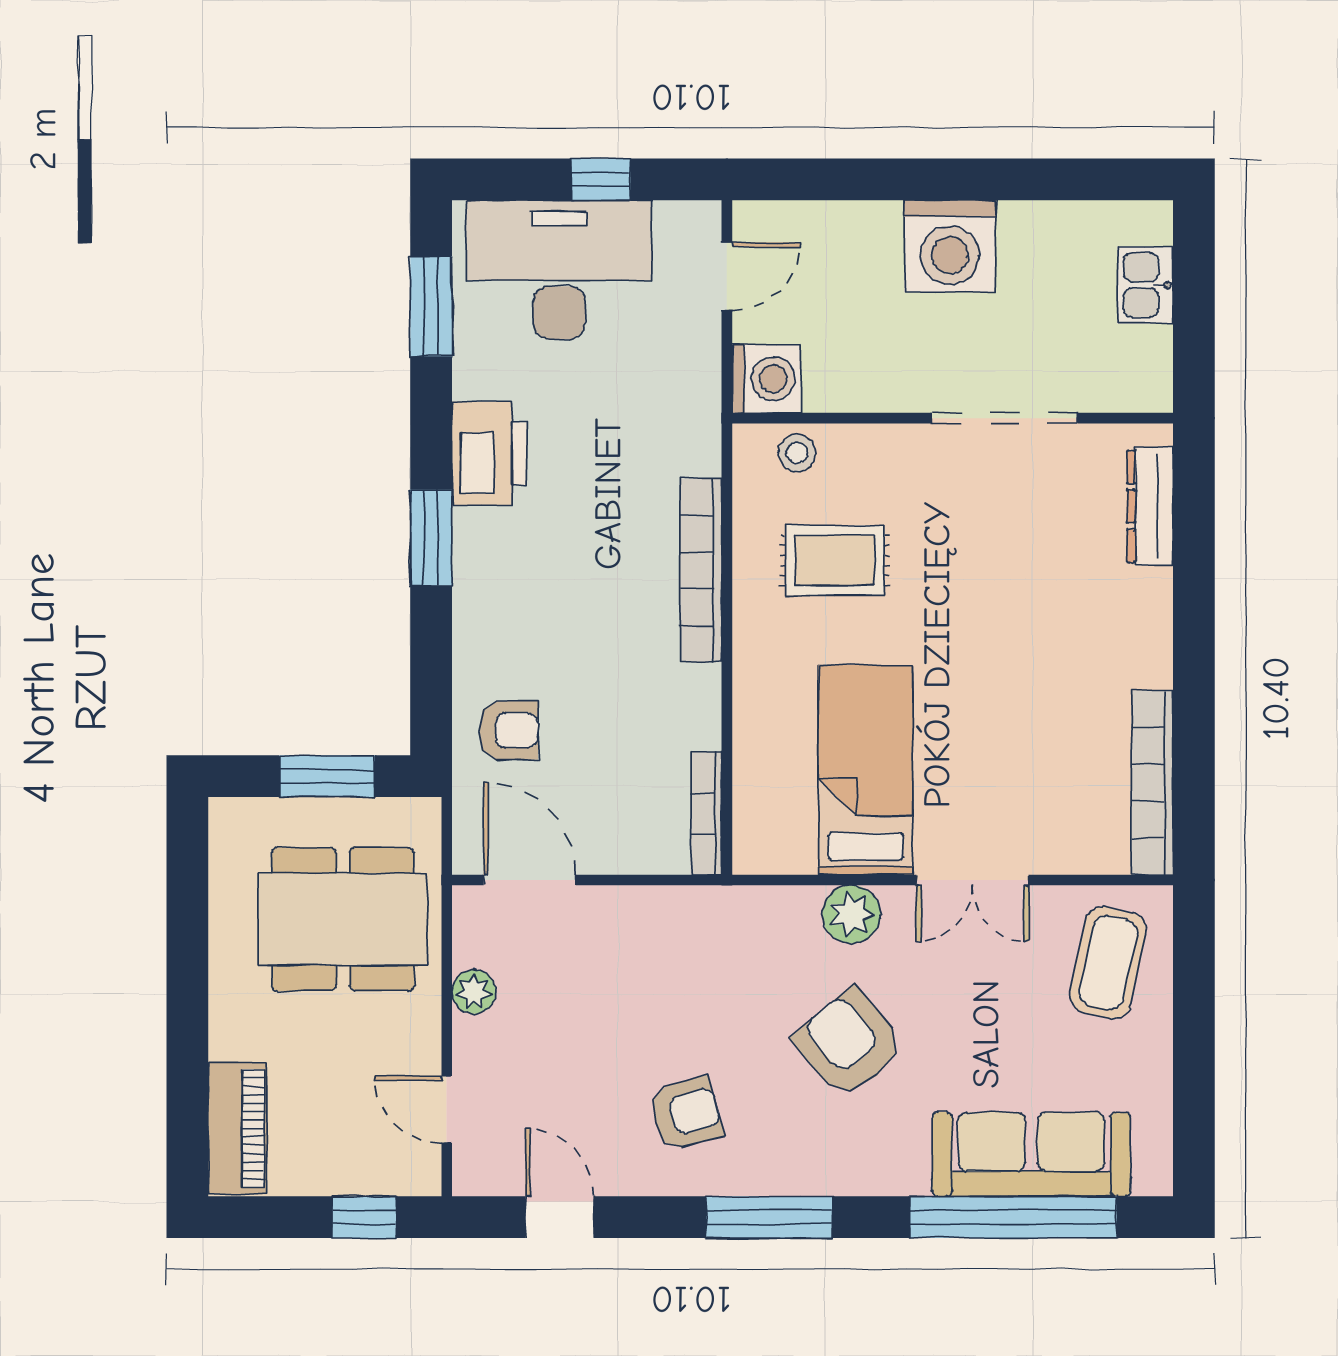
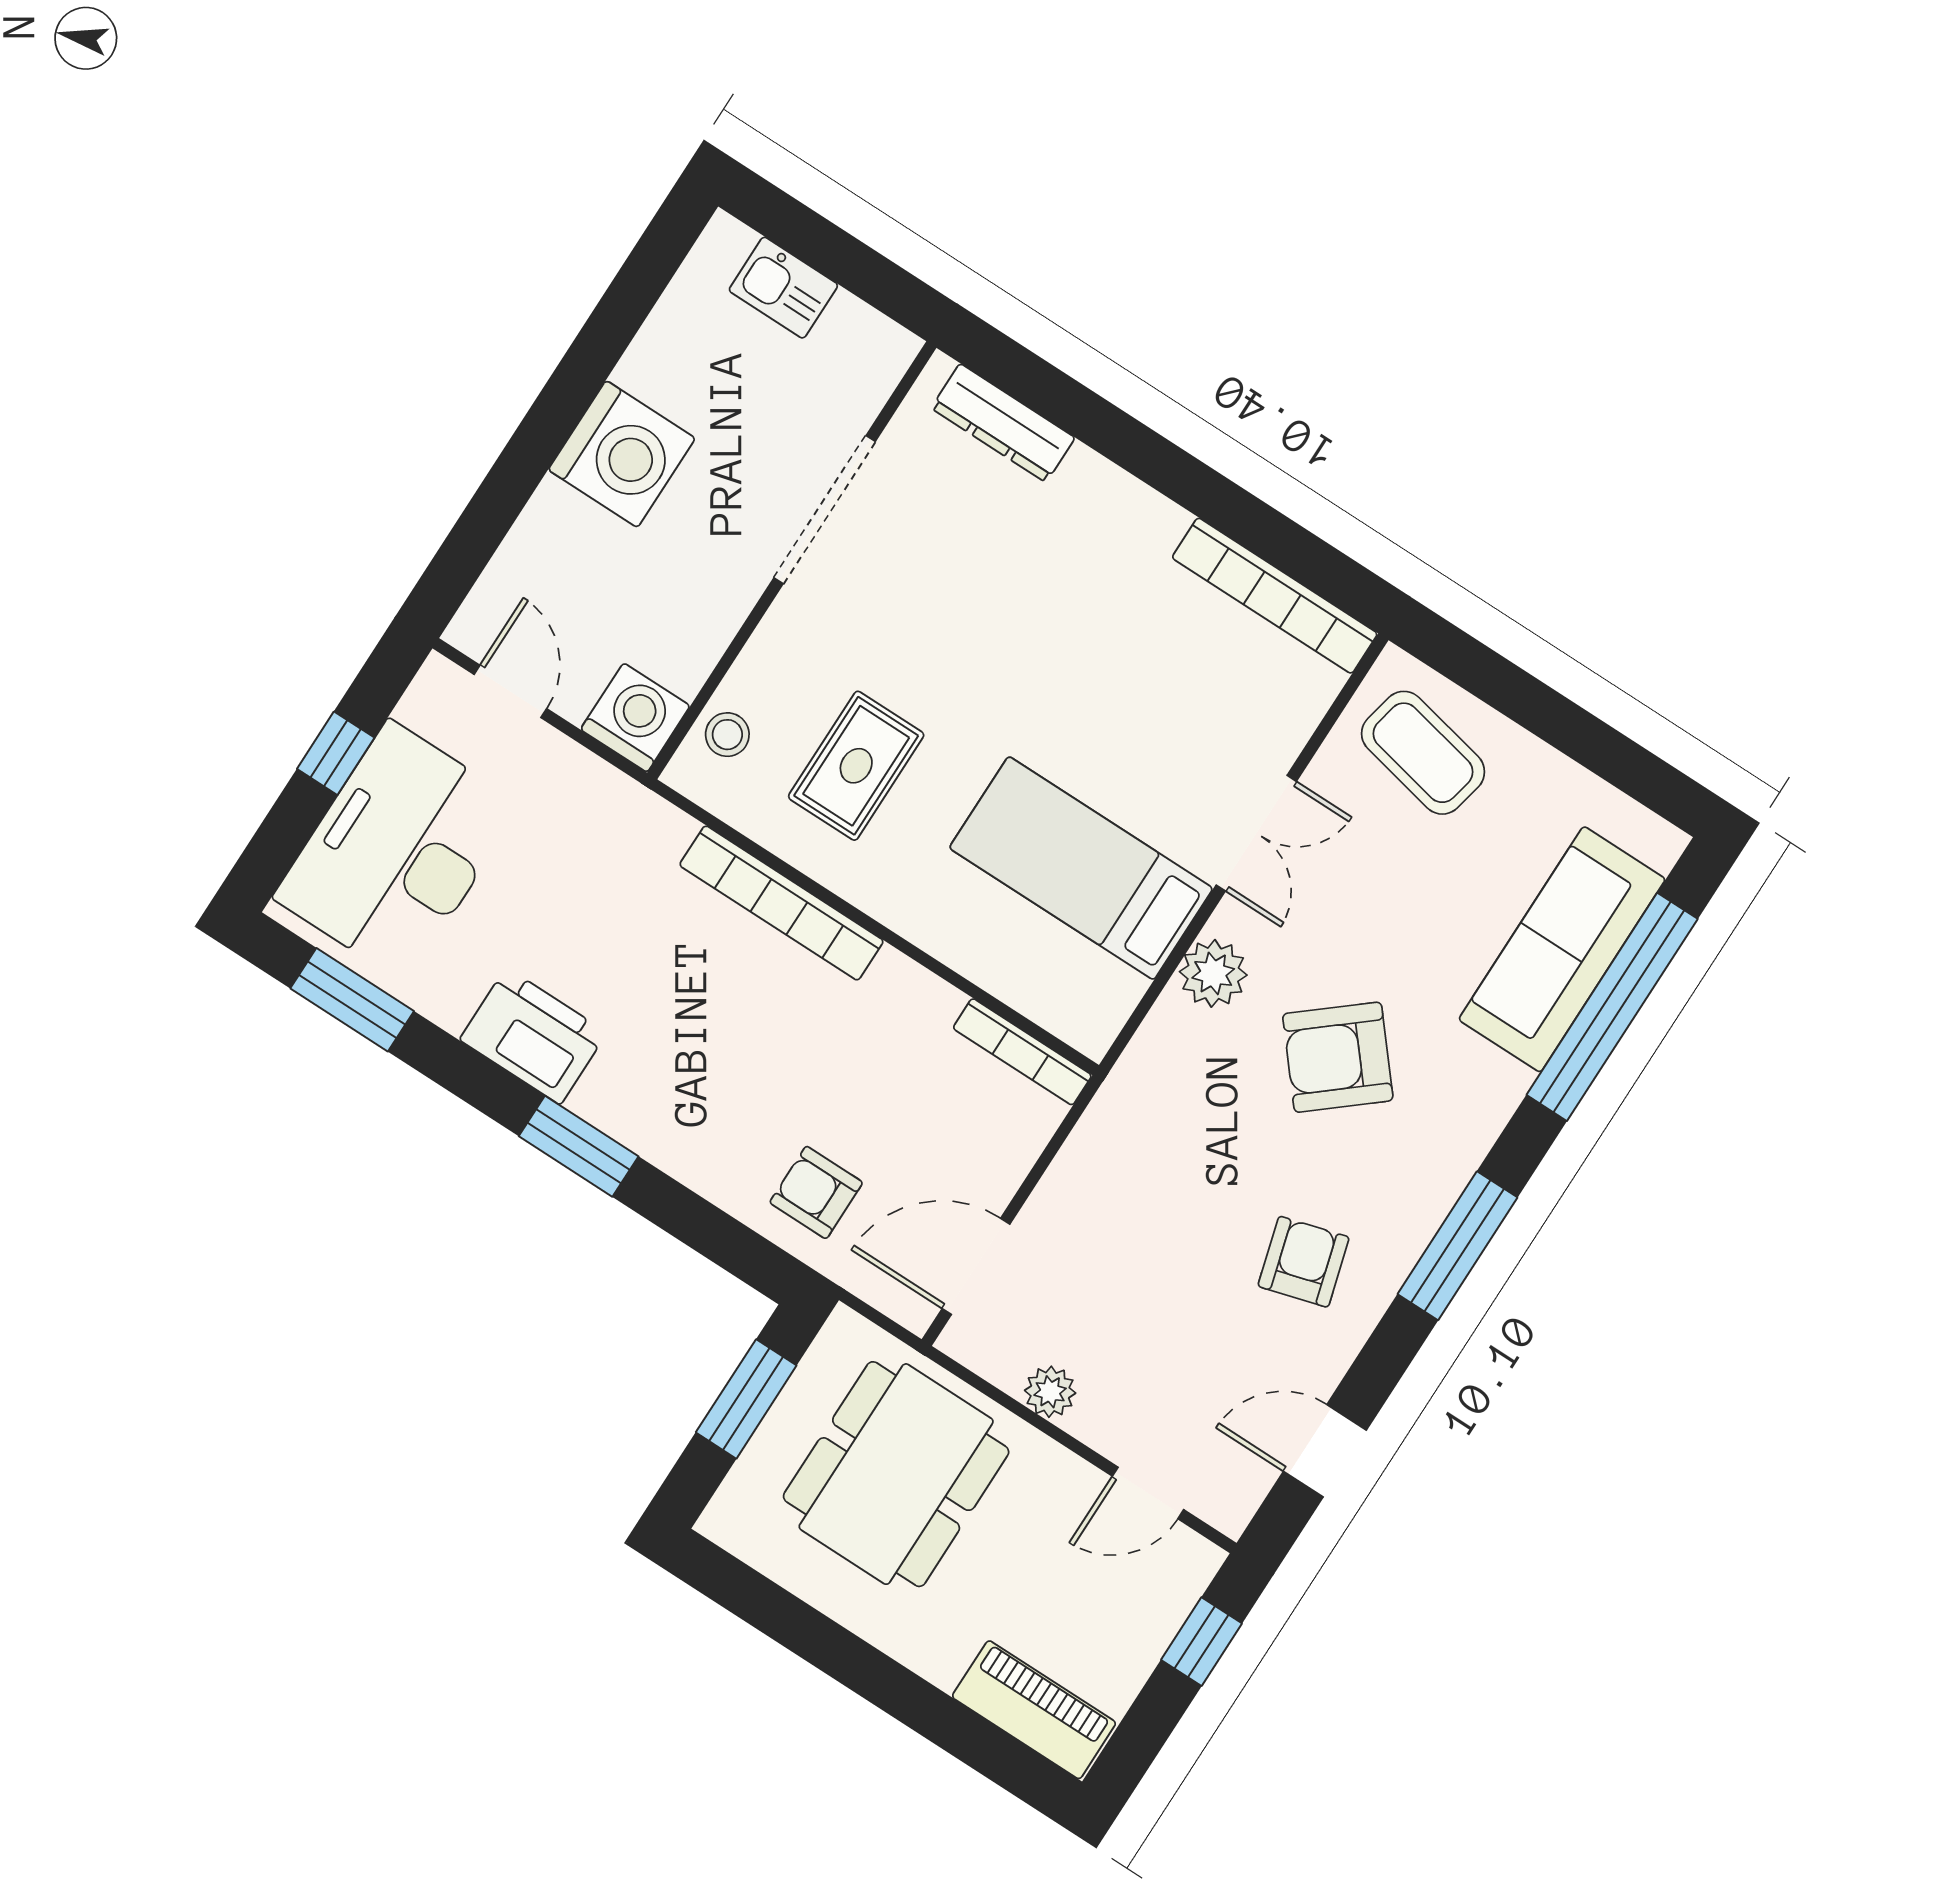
armchair: (509, 730) -> (816, 1192), turned -90

